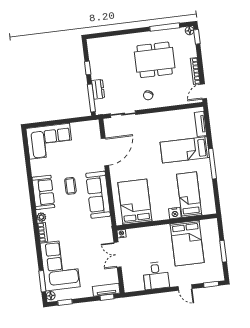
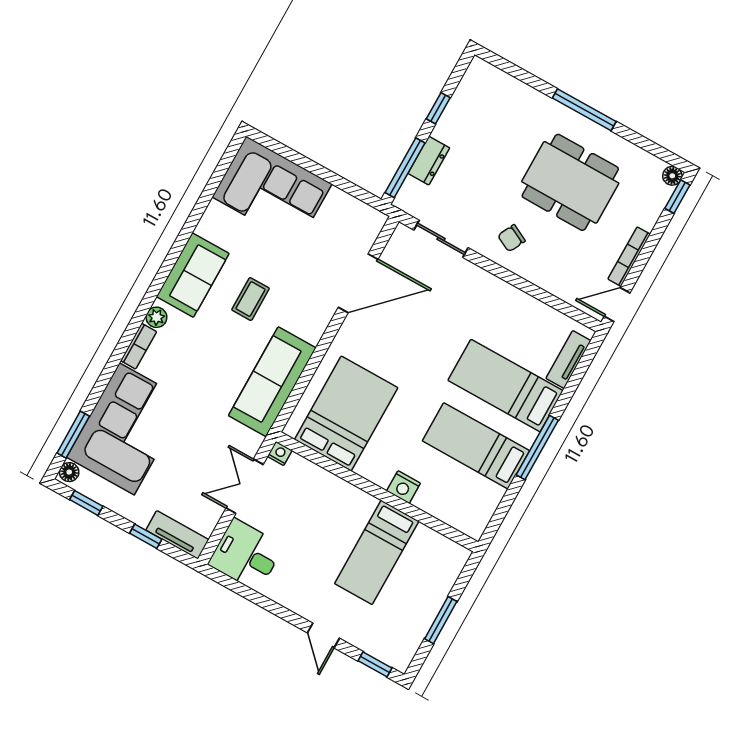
window: (165, 27) -> (584, 110), moved
sofa: (98, 195) -> (272, 382), moved
bed: (189, 195) -> (476, 446), moved, turned -90
bed: (187, 243) -> (377, 552), width x0.67
desk: (156, 276) -> (246, 555), moved, turned 90
window: (107, 297) -> (146, 536), moved

